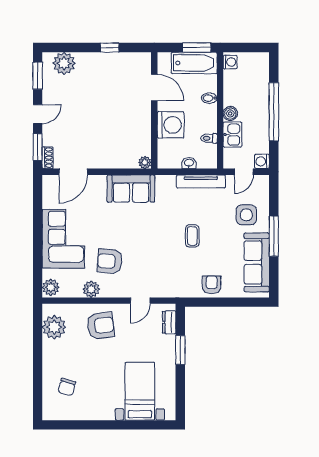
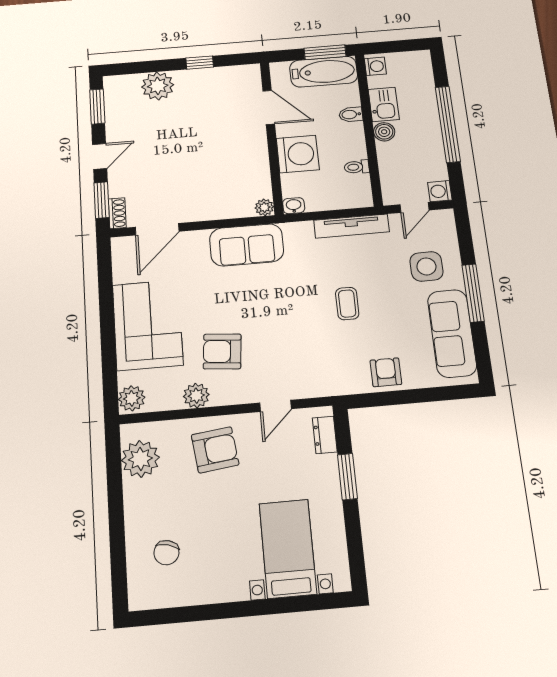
plant: (64, 63) -> (158, 86), moved
kitchen sink: (232, 135) -> (384, 104), moved
washbasin: (189, 163) -> (294, 206), moved

